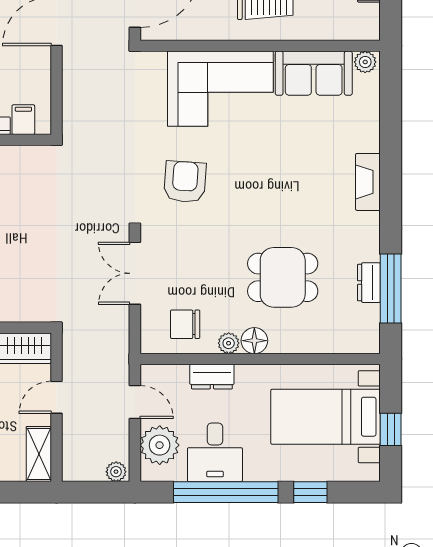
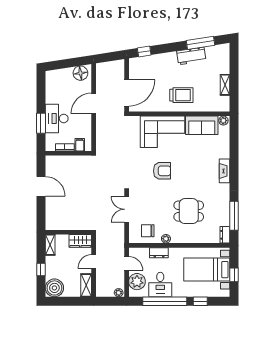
armchair: (185, 182) -> (162, 171), moved, turned 86
dresser: (369, 283) -> (225, 235), moved
floor lamp: (254, 341) -> (177, 238), removed

